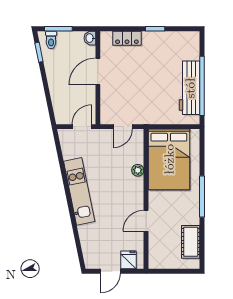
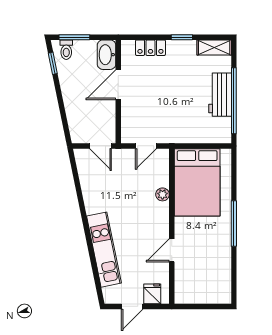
washbasin: (90, 38) -> (107, 55), width x1.91, depth x1.45
shelving: (184, 38) -> (214, 47), added
workbench: (190, 88) -> (220, 95), width x0.73
door: (82, 127) -> (100, 146), swing flipped
kitchen unit: (79, 191) -> (104, 250), moved
cot: (191, 242) -> (221, 274), removed

